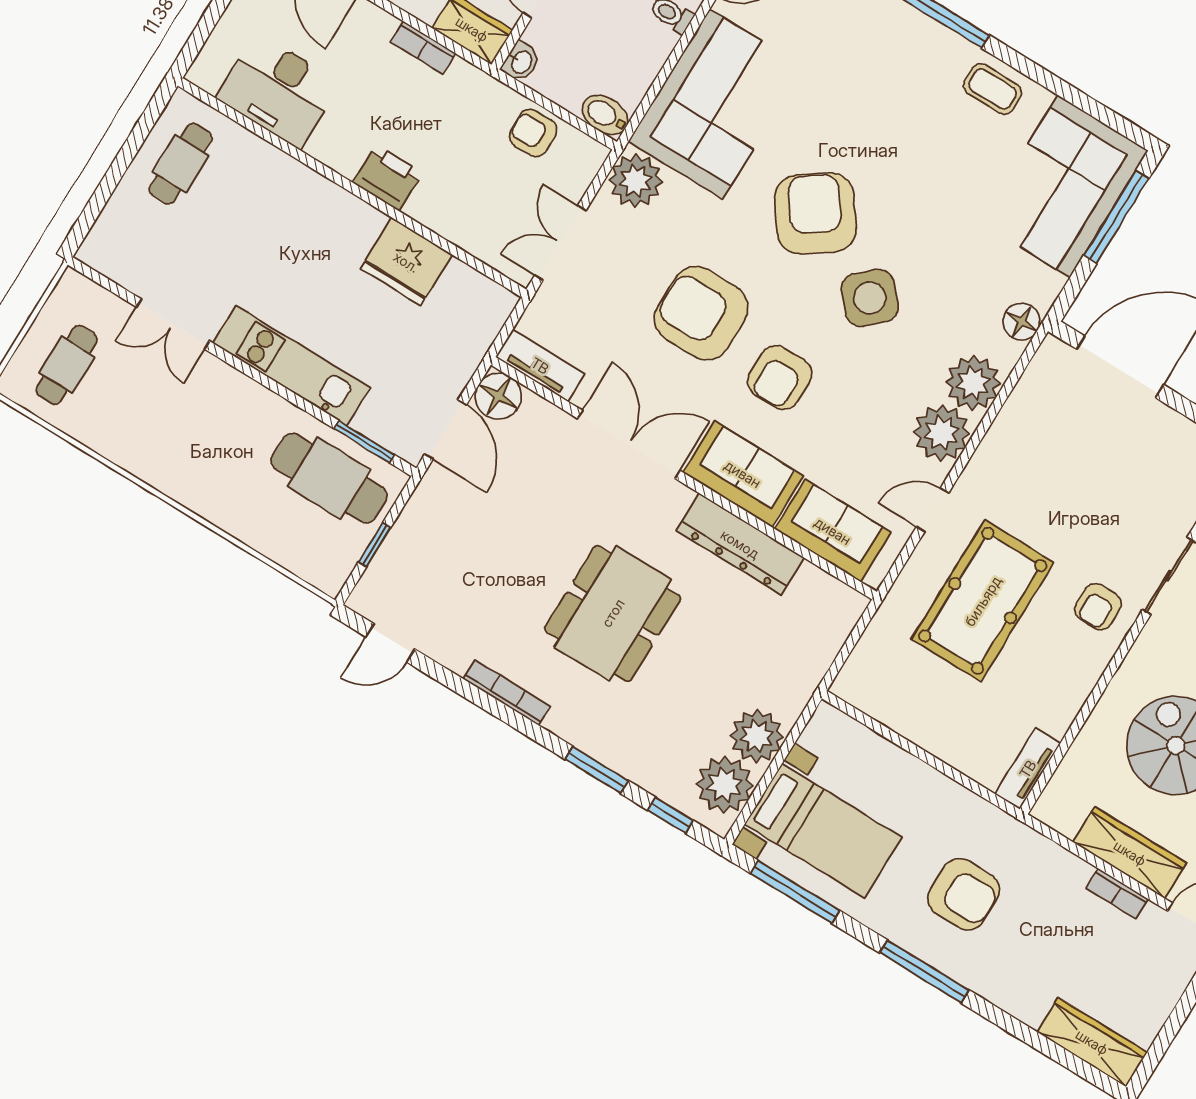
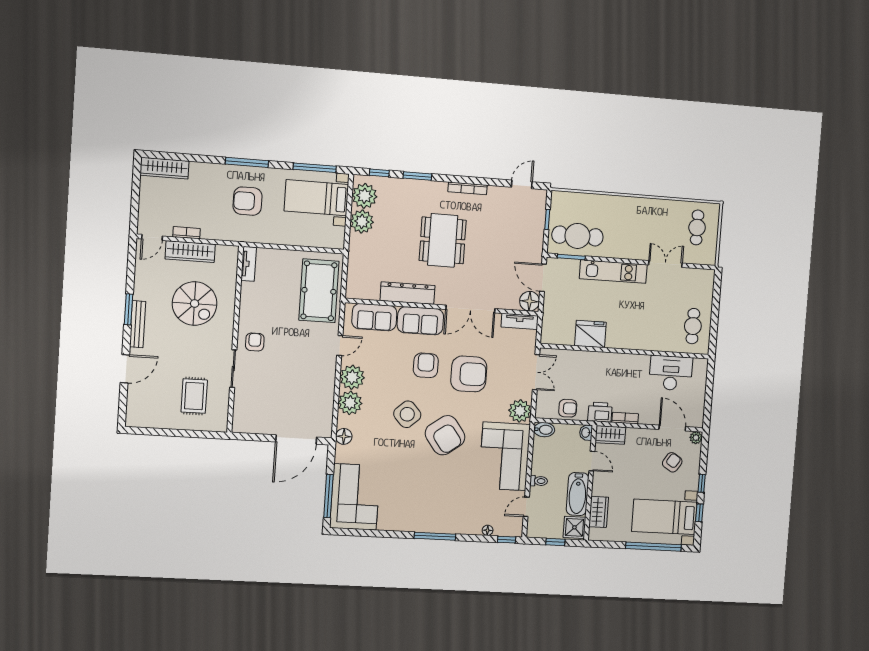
coffee table: (992, 89) -> (402, 519), removed
printer: (388, 178) -> (600, 412), moved, turned 180
pool table: (983, 601) -> (319, 291), moved

